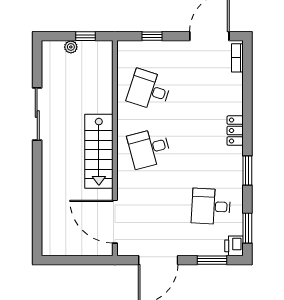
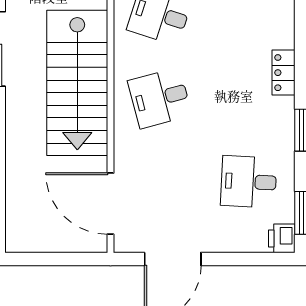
stairs: (99, 151) -> (77, 83), width x1.36, depth x1.51
window: (212, 260) -> (250, 259), removed

